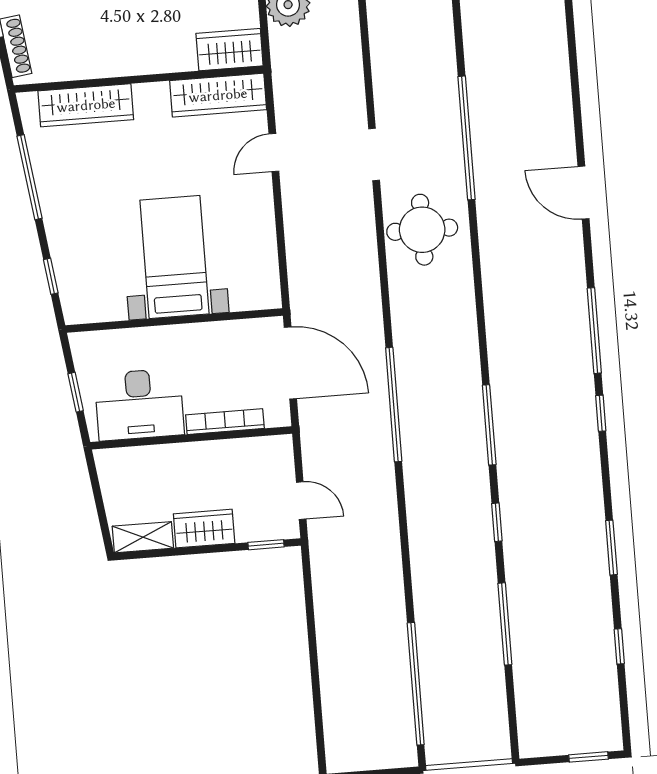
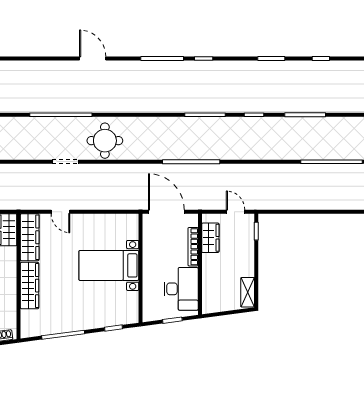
wardrobe: (86, 105) -> (30, 286), moved
door: (583, 193) -> (93, 59), swing flipped
door: (290, 363) -> (166, 212), hinge flipped
door: (301, 501) -> (236, 212), hinge flipped
wardrobe: (204, 529) -> (210, 238), moved, turned 180

